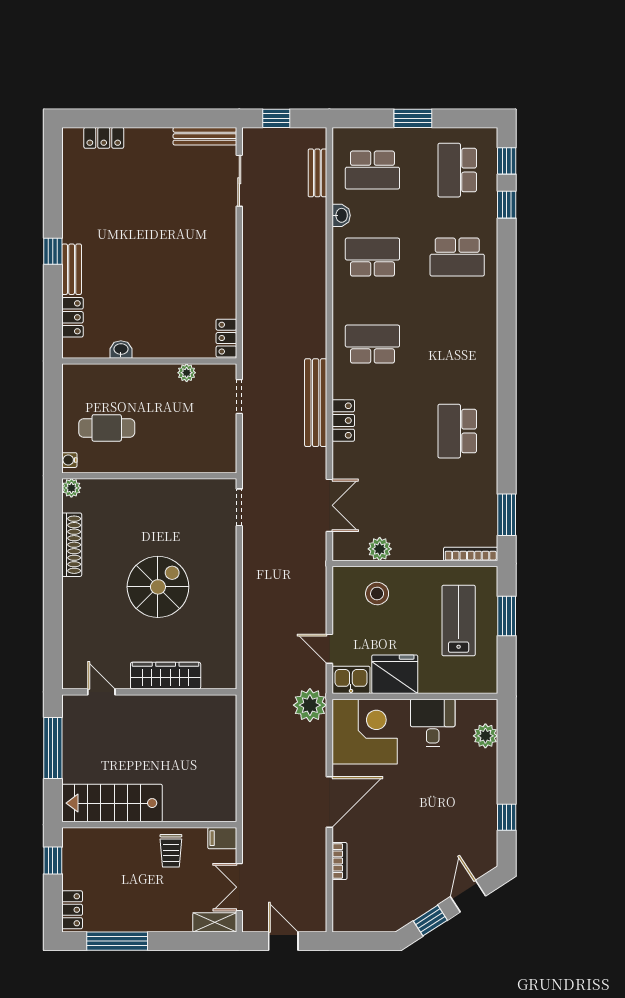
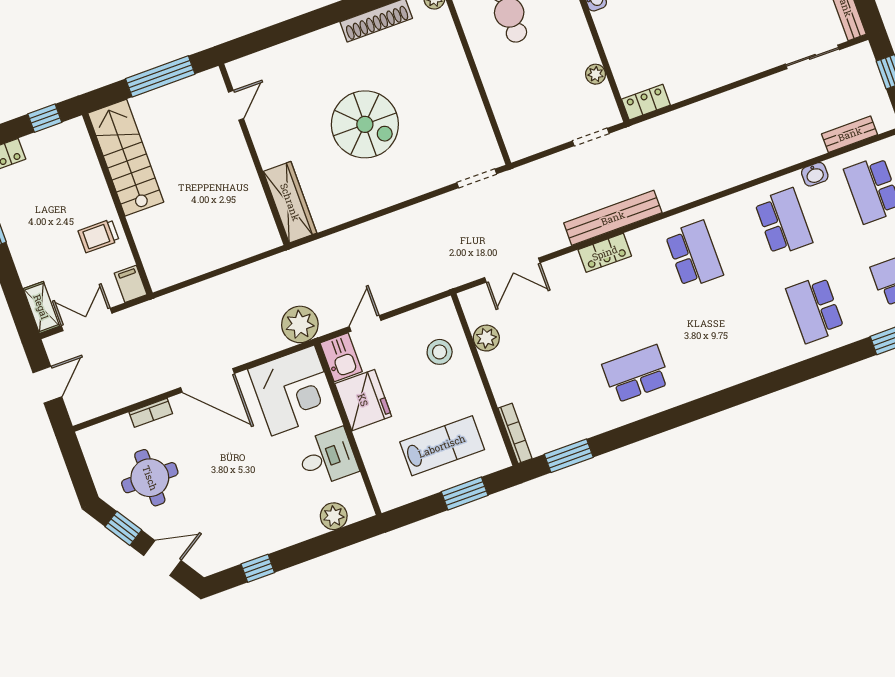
wardrobe: (166, 676) -> (290, 202), moved
round table: (395, 882) -> (150, 478), added

